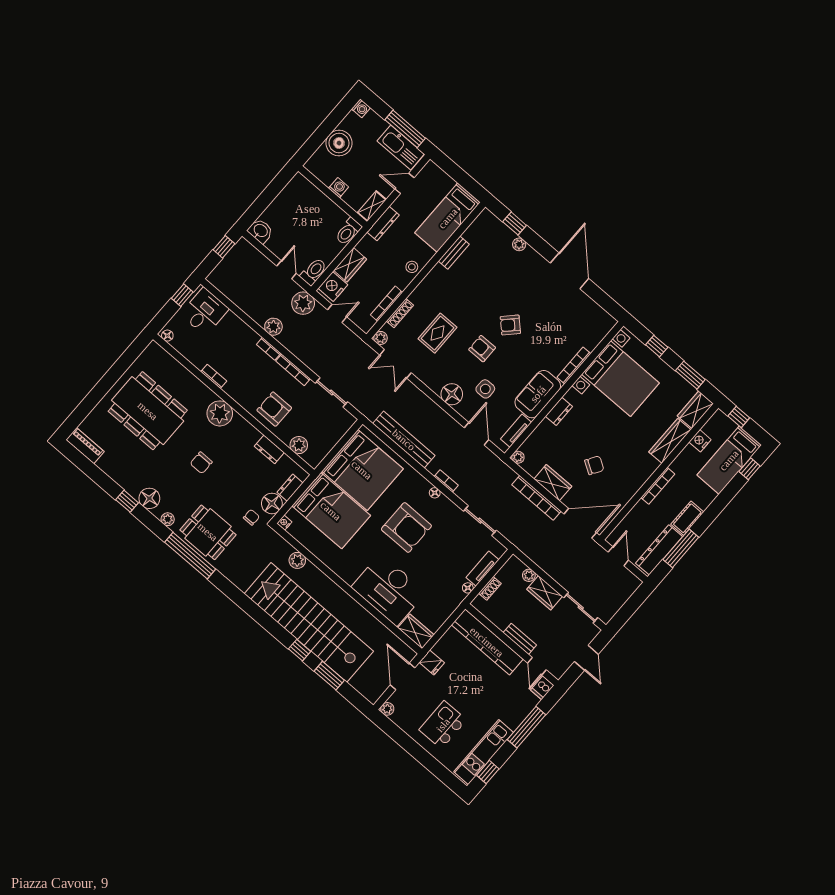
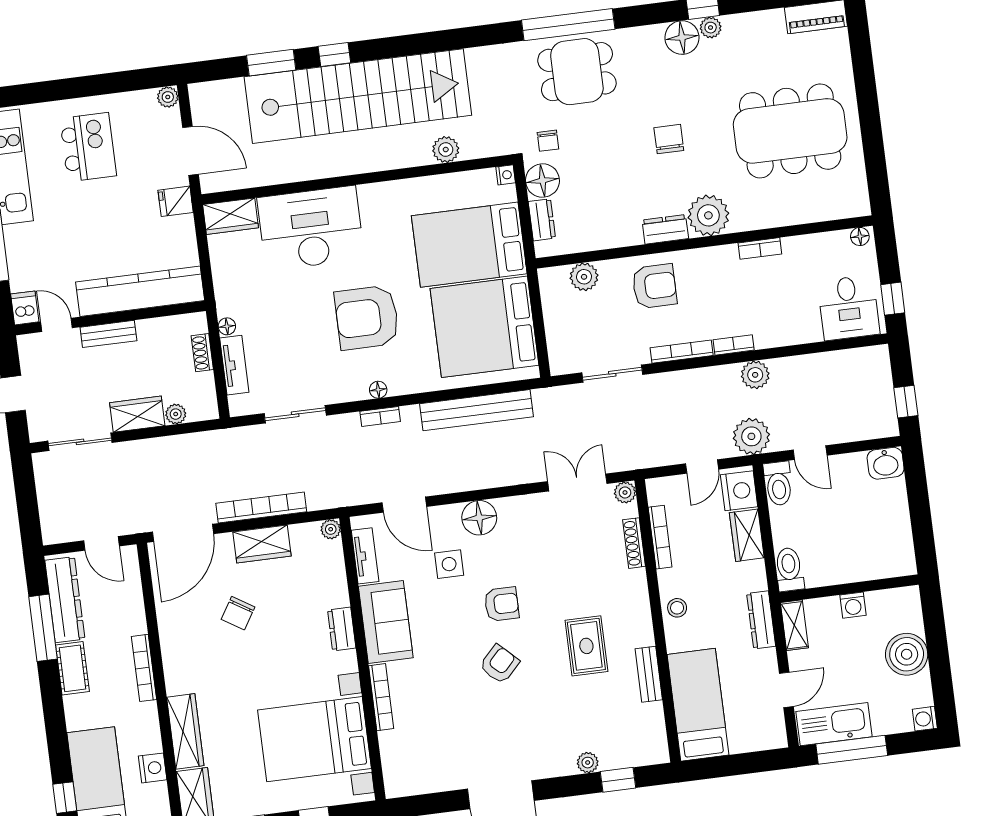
rug: (437, 333) -> (586, 646), moved
dresser: (269, 449) -> (665, 229), moved
plant: (168, 519) -> (711, 28), moved

